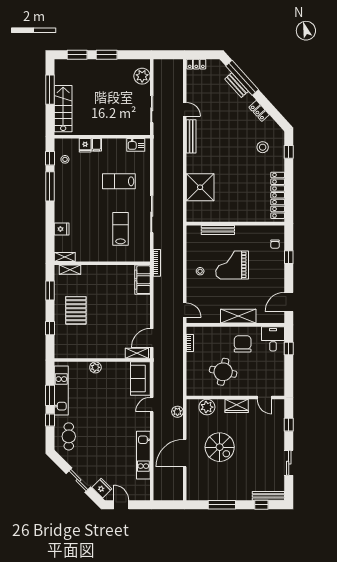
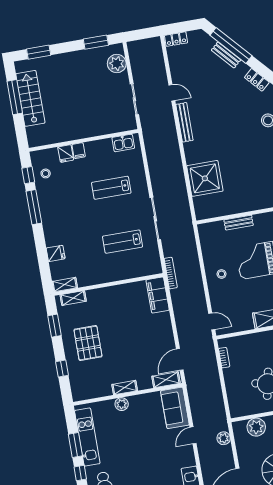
window: (107, 55) -> (96, 42), moved
stairs: (63, 109) -> (30, 98), moved
lab bench: (120, 229) -> (123, 242), turned -90
bench: (218, 230) -> (239, 223), width x0.73
shelving: (101, 354) -> (125, 388), added

